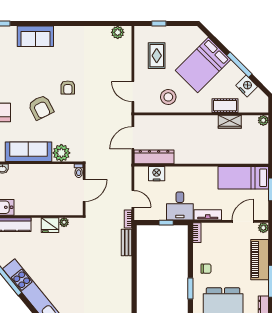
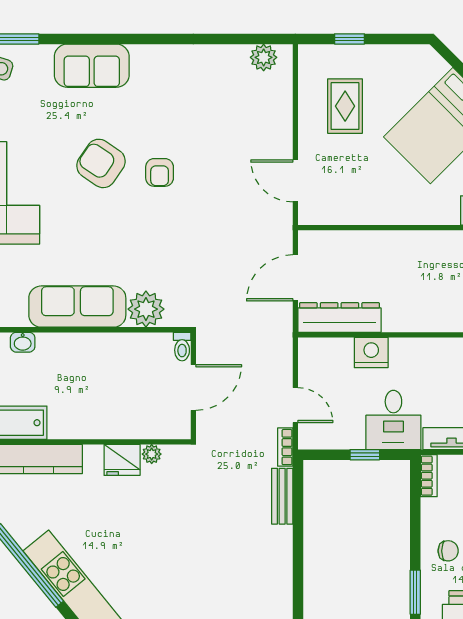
stool: (168, 97) -> (369, 192), removed
armchair: (41, 107) -> (101, 163), moved, turned 151
nightstand: (157, 174) -> (371, 352), moved

